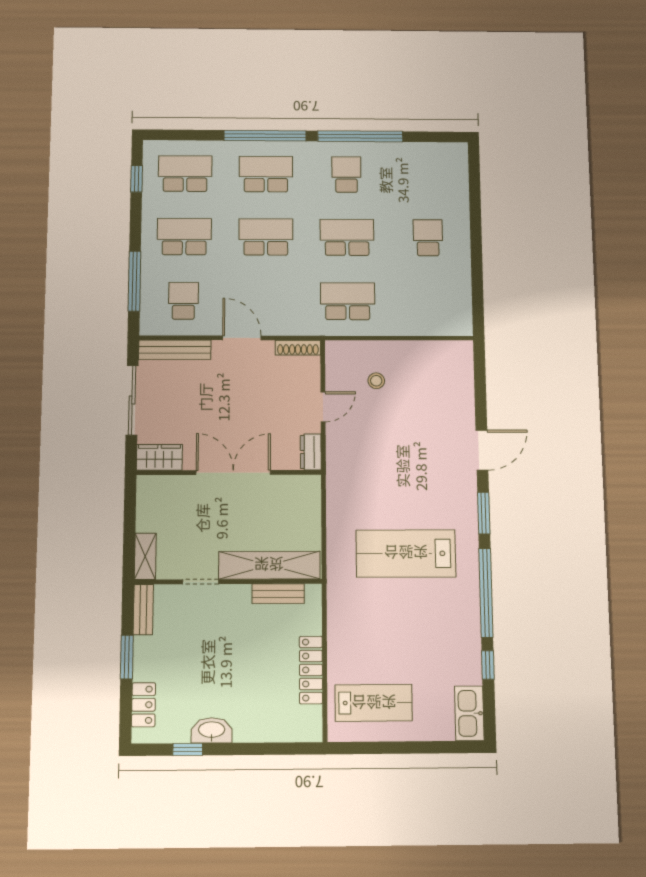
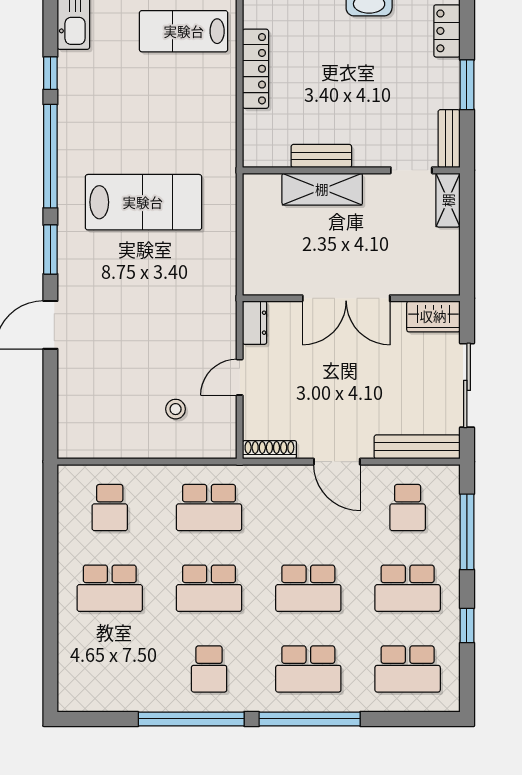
window: (137, 179) -> (467, 625), moved
school desk: (428, 238) -> (110, 588), width x1.85
school desk: (429, 301) -> (110, 508), added
shelving: (269, 565) -> (322, 189), width x0.68
doorway: (201, 582) -> (411, 170), moved
bench: (278, 594) -> (321, 156), moved

